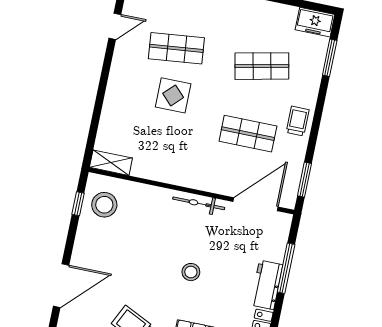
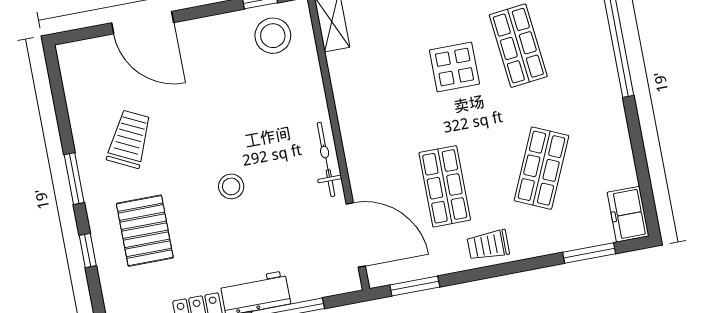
shop shelf: (262, 66) -> (541, 168), turned 36
trolley: (298, 121) -> (488, 245), turned 180

